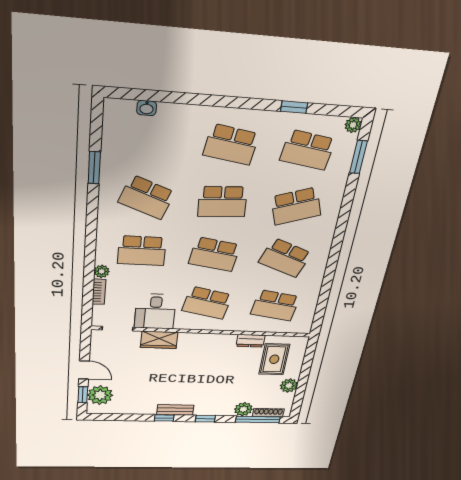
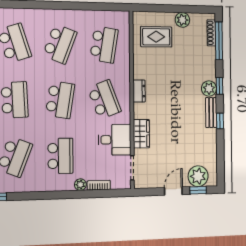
school desk: (207, 303) -> (104, 100), turned -33
dresser: (250, 341) -> (139, 91), moved
plant: (243, 409) -> (209, 89), moved

